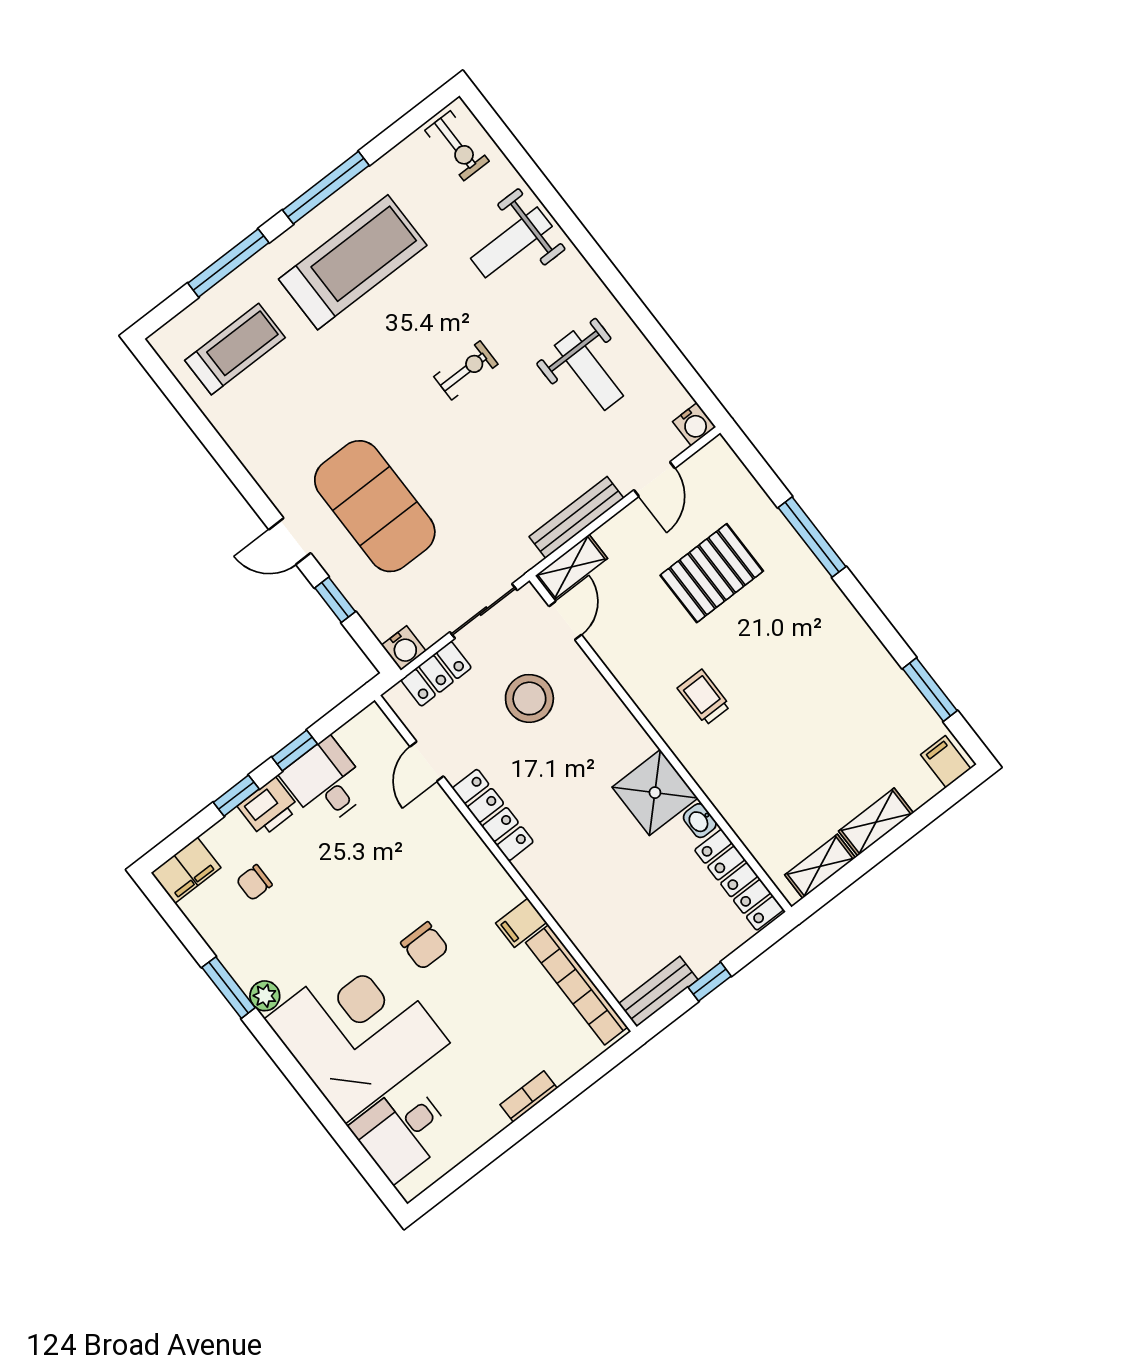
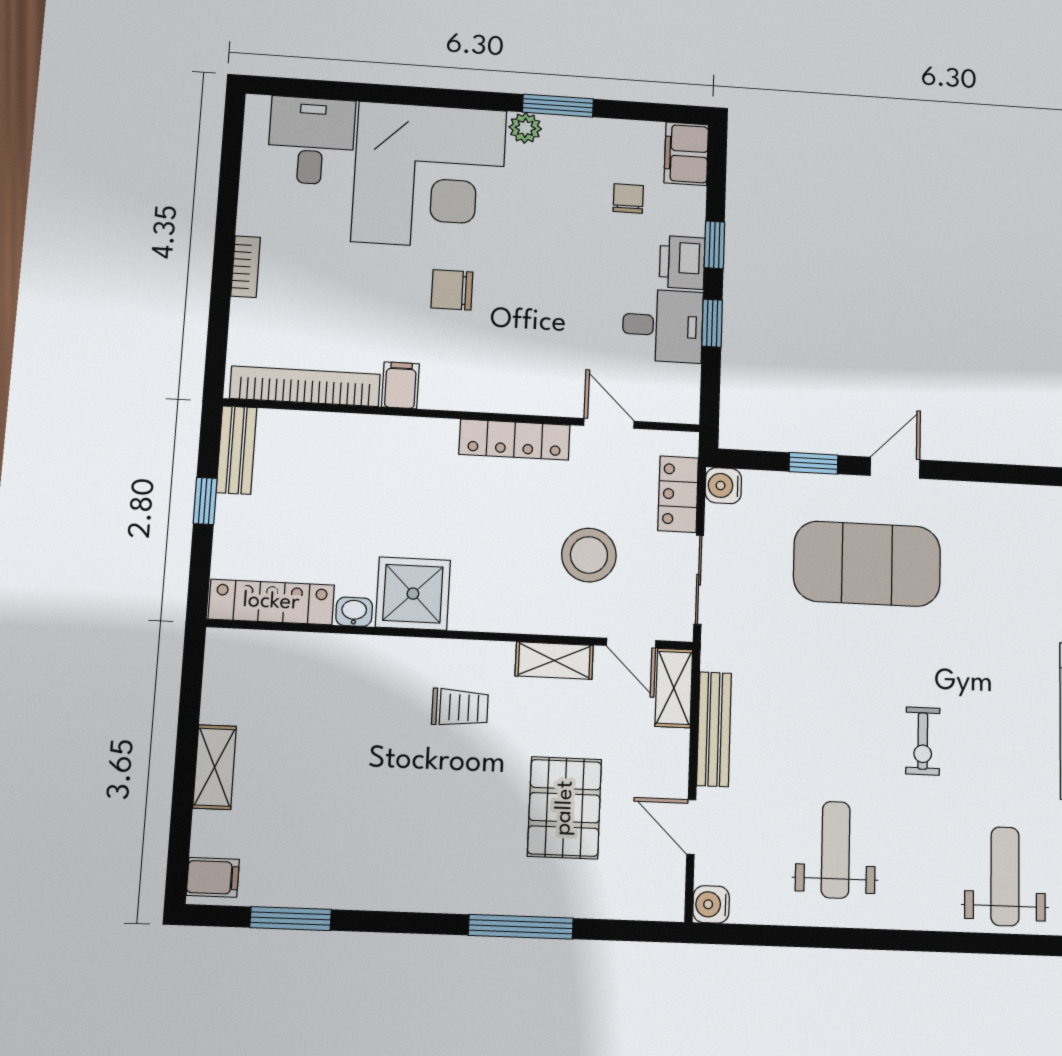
weight bench: (589, 371) -> (836, 850), turned 90
shelving: (820, 866) -> (554, 661), moved, turned 90

